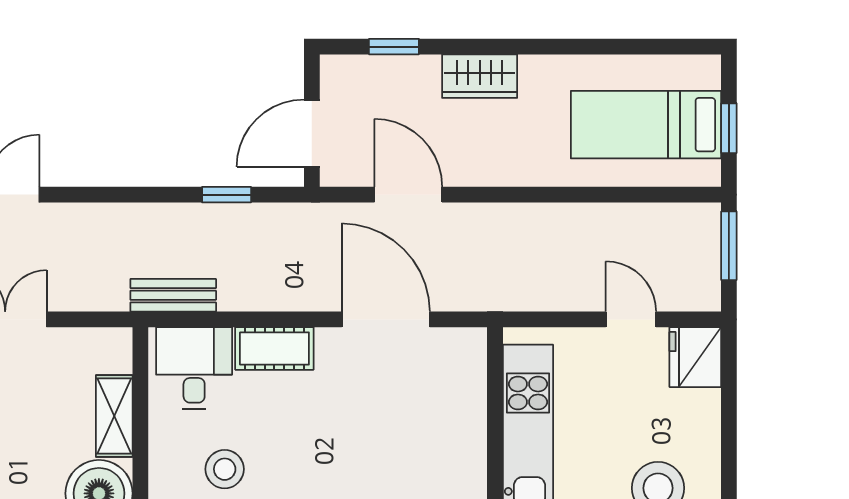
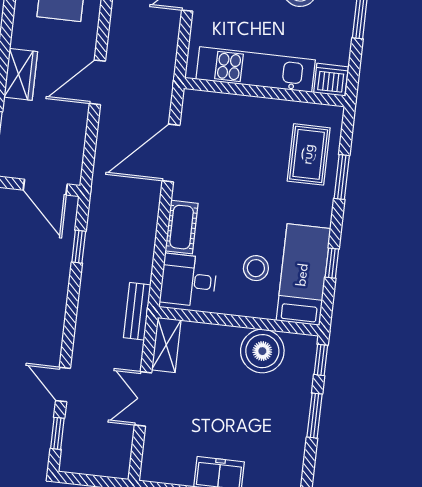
door: (408, 195) -> (97, 82), moved
bench: (173, 295) -> (137, 311), moved
shelving: (114, 416) -> (166, 345), moved, turned 90

